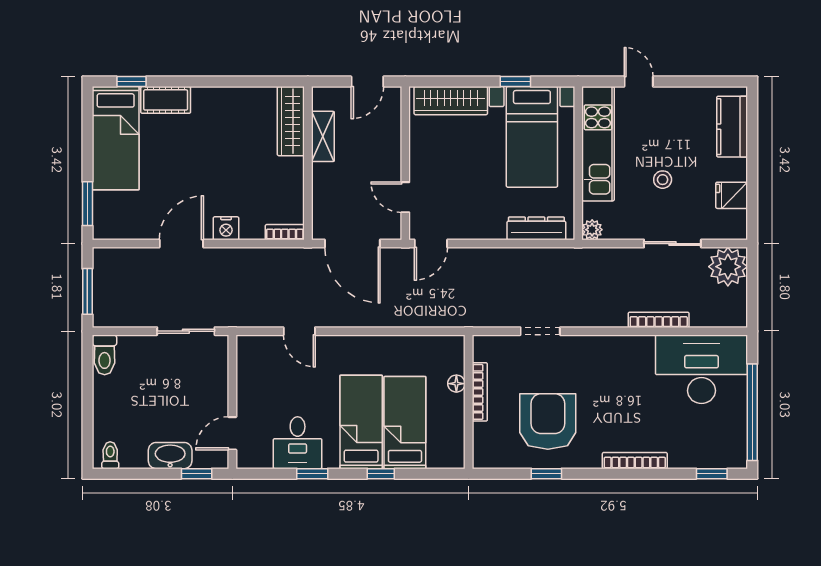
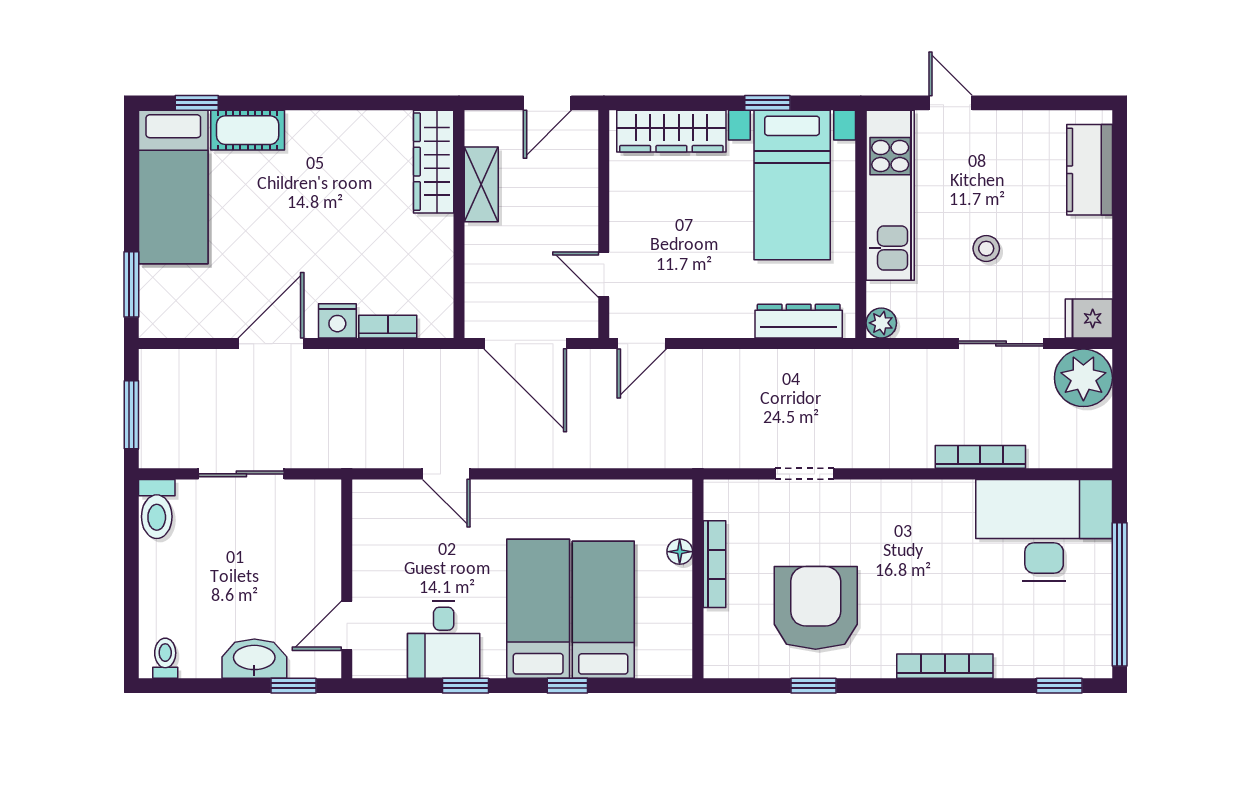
fridge: (732, 195) -> (1089, 318), moved
bookcase: (285, 232) -> (388, 327), moved
sliding door: (186, 331) -> (241, 474), moved

